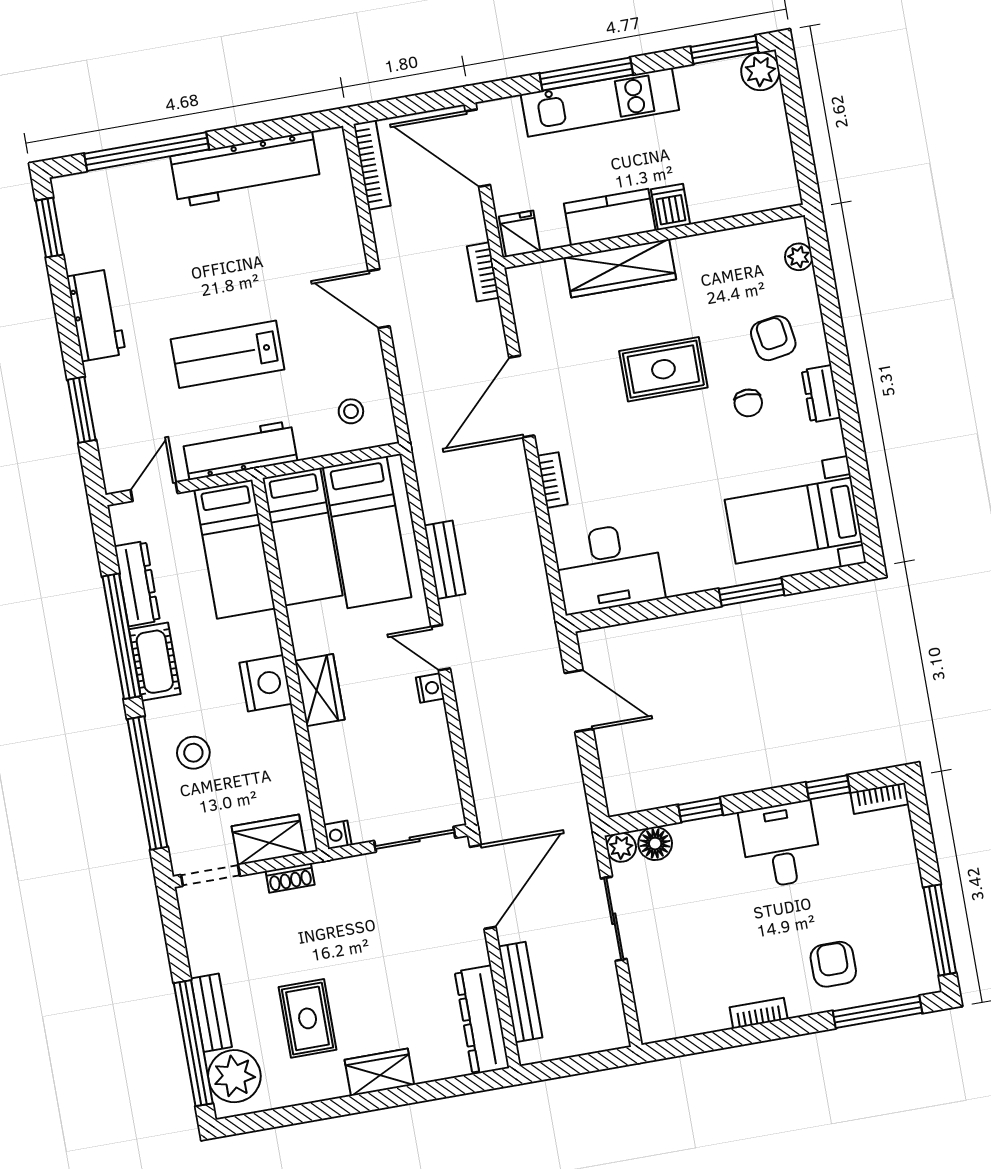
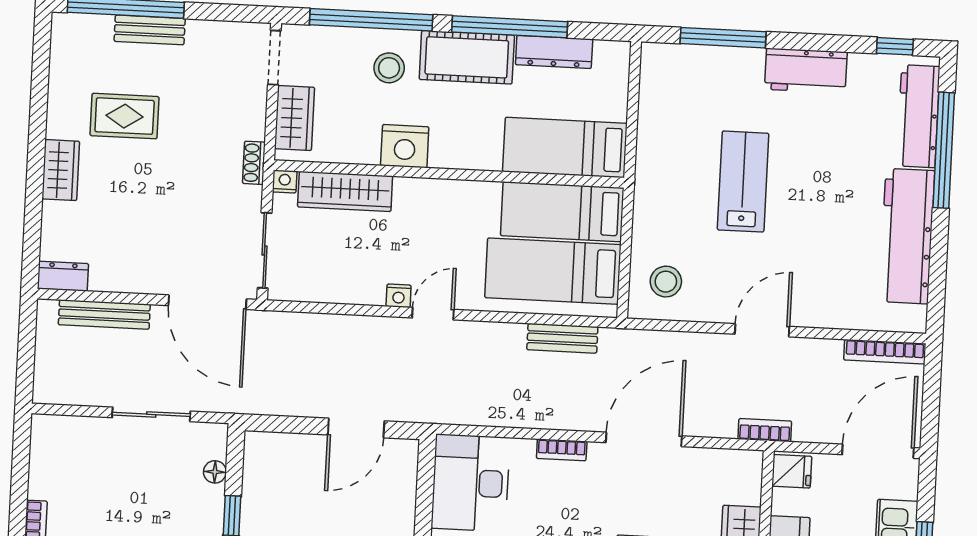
window: (49, 228) -> (895, 46), width x0.67
door: (522, 396) -> (644, 439), hinge flipped
window: (82, 410) -> (723, 38), width x1.44
stool: (351, 411) -> (666, 282), width x1.37, depth x1.37
workbench: (240, 450) -> (918, 116), moved, turned 180
door: (154, 492) -> (634, 86), removed
bench: (445, 560) -> (562, 338), moved
cot: (155, 662) -> (467, 57), width x1.37, depth x1.34
nightstand: (266, 683) -> (405, 146), moved
wardrobe: (320, 690) -> (345, 191), moved, width x1.50
floor lamp: (655, 844) -> (215, 472), width x0.73, depth x0.73
plant: (621, 847) -> (214, 436), removed
shoe rack: (290, 878) -> (254, 163), moved
dresser: (482, 1020) -> (63, 276), width x0.51, depth x0.80
plant: (234, 1076) -> (87, 38), removed

